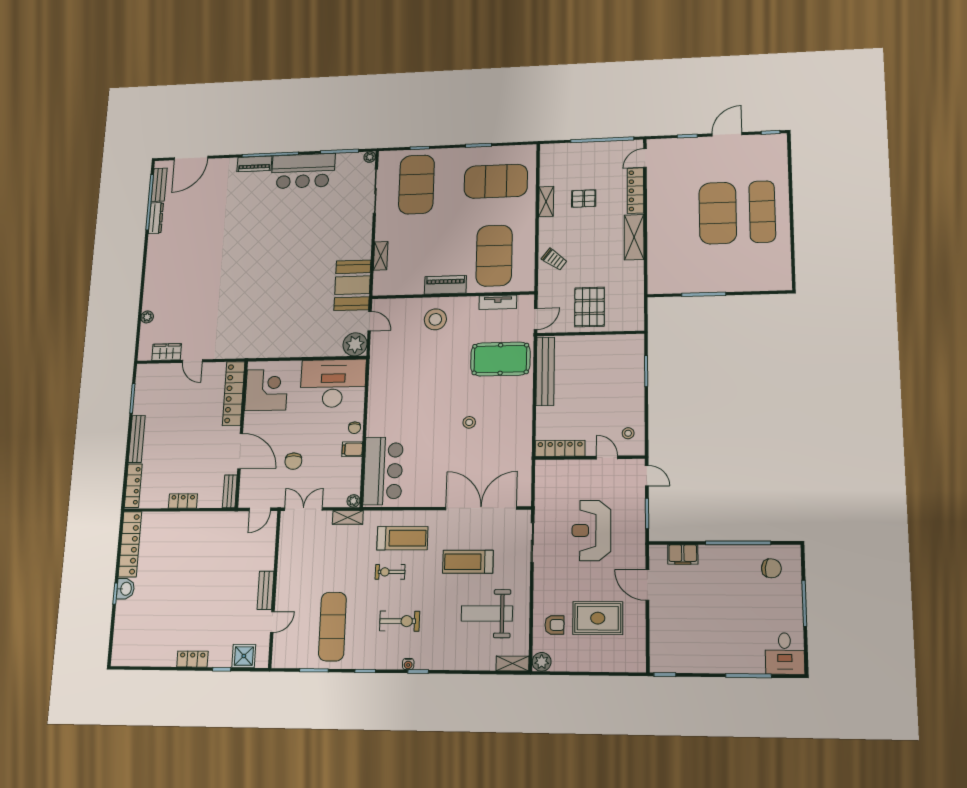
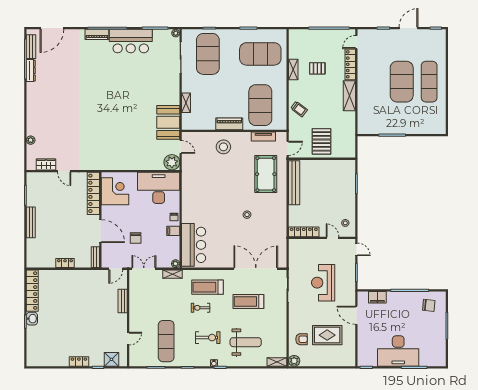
pool table: (500, 359) -> (266, 174), turned 90
locker: (133, 486) -> (31, 253), removed
treadmill: (402, 538) -> (207, 287), turned 180
bench: (266, 590) -> (123, 301), moved
weight bench: (487, 614) -> (246, 342), moved, turned 180
desk: (785, 653) -> (398, 351), moved, width x1.87, depth x1.30

